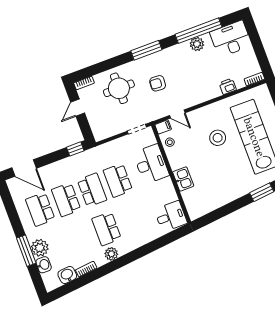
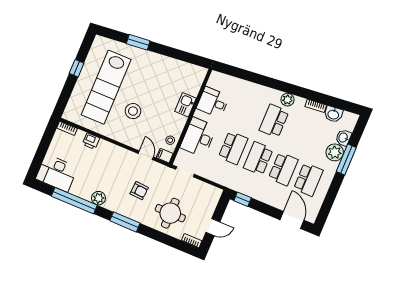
plant: (197, 44) -> (99, 198), moved
desk: (171, 216) -> (213, 102), moved
school desk: (107, 229) -> (274, 121), turned 180

